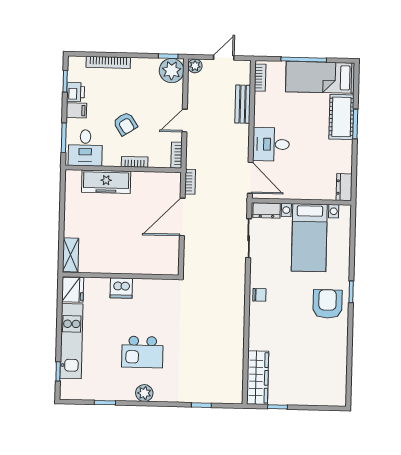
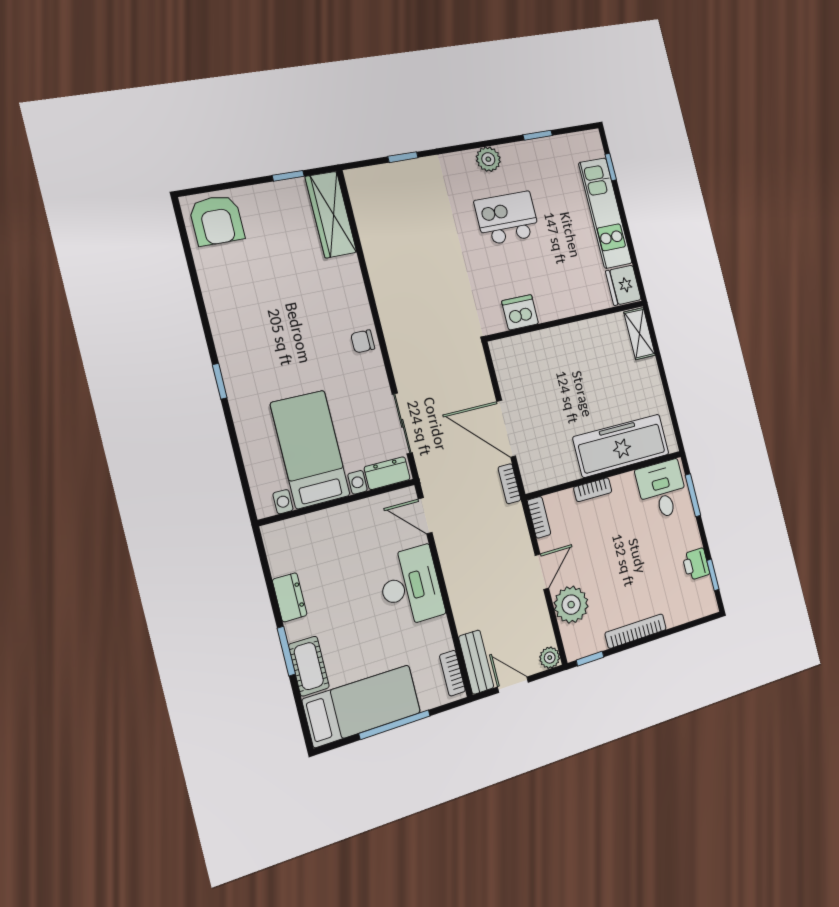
door: (224, 58) -> (513, 685), swing flipped
bookcase: (108, 62) -> (636, 631), moved
plant: (172, 71) -> (571, 605), moved
bench: (243, 104) -> (476, 662), moved
filing cabinet: (76, 110) -> (688, 539), removed
cot: (341, 117) -> (309, 666), width x0.73, depth x0.75
armchair: (125, 124) -> (620, 541), removed
desk: (271, 144) -> (411, 586), width x1.37
door: (250, 178) -> (425, 516), width x0.73
freezer: (106, 182) -> (621, 446), width x1.36, depth x1.26
dresser: (344, 187) -> (290, 597), moved
door: (182, 217) -> (506, 429), swing flipped
dishwasher: (121, 288) -> (520, 312), moved
armchair: (327, 304) -> (217, 220), moved

